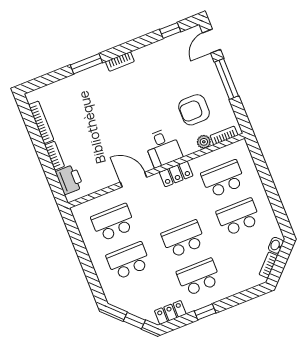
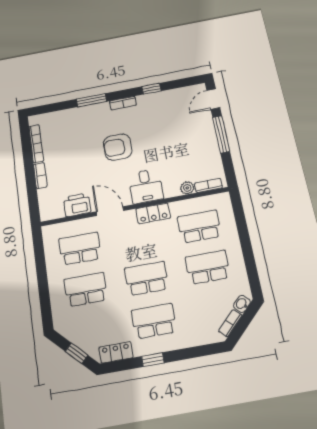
window: (170, 30) -> (151, 89), moved
armchair: (194, 110) -> (118, 147), moved
printer: (69, 180) -> (77, 205), moved, turned -90

